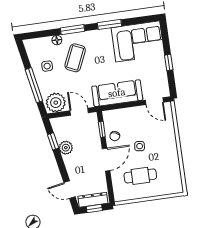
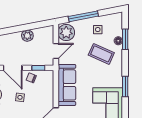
window: (73, 30) -> (125, 39), moved
window: (53, 141) -> (34, 26), removed

